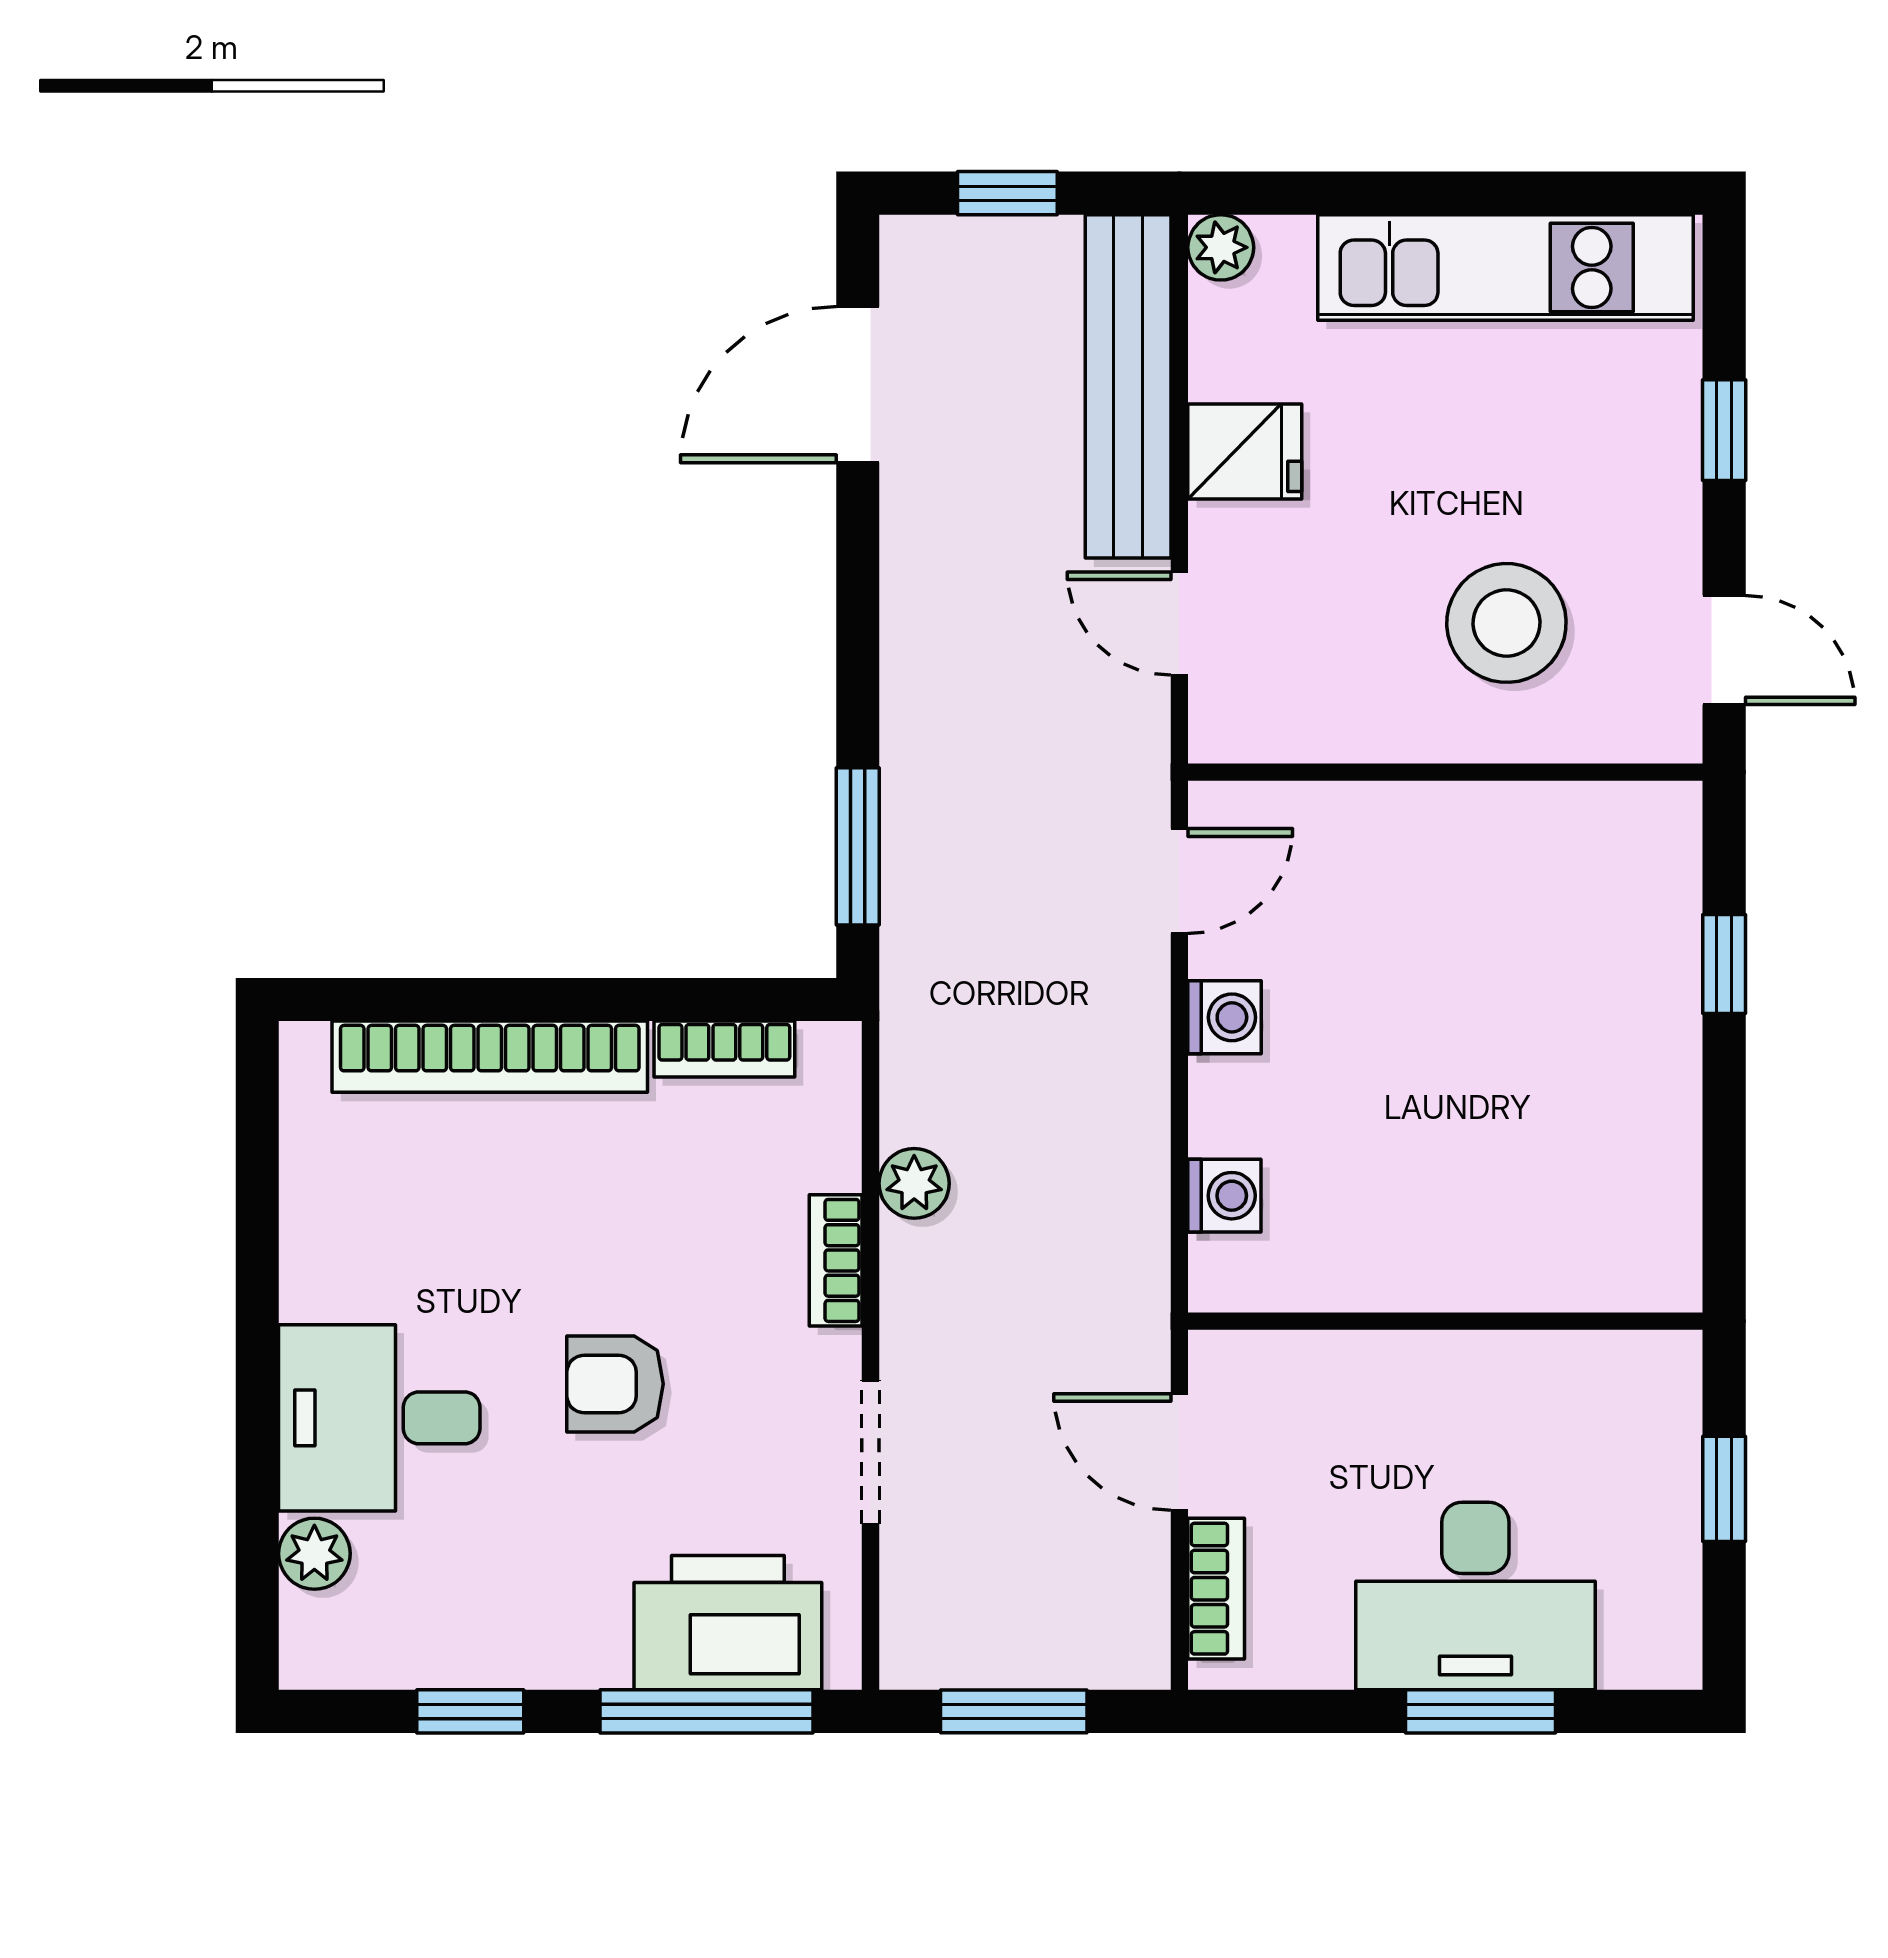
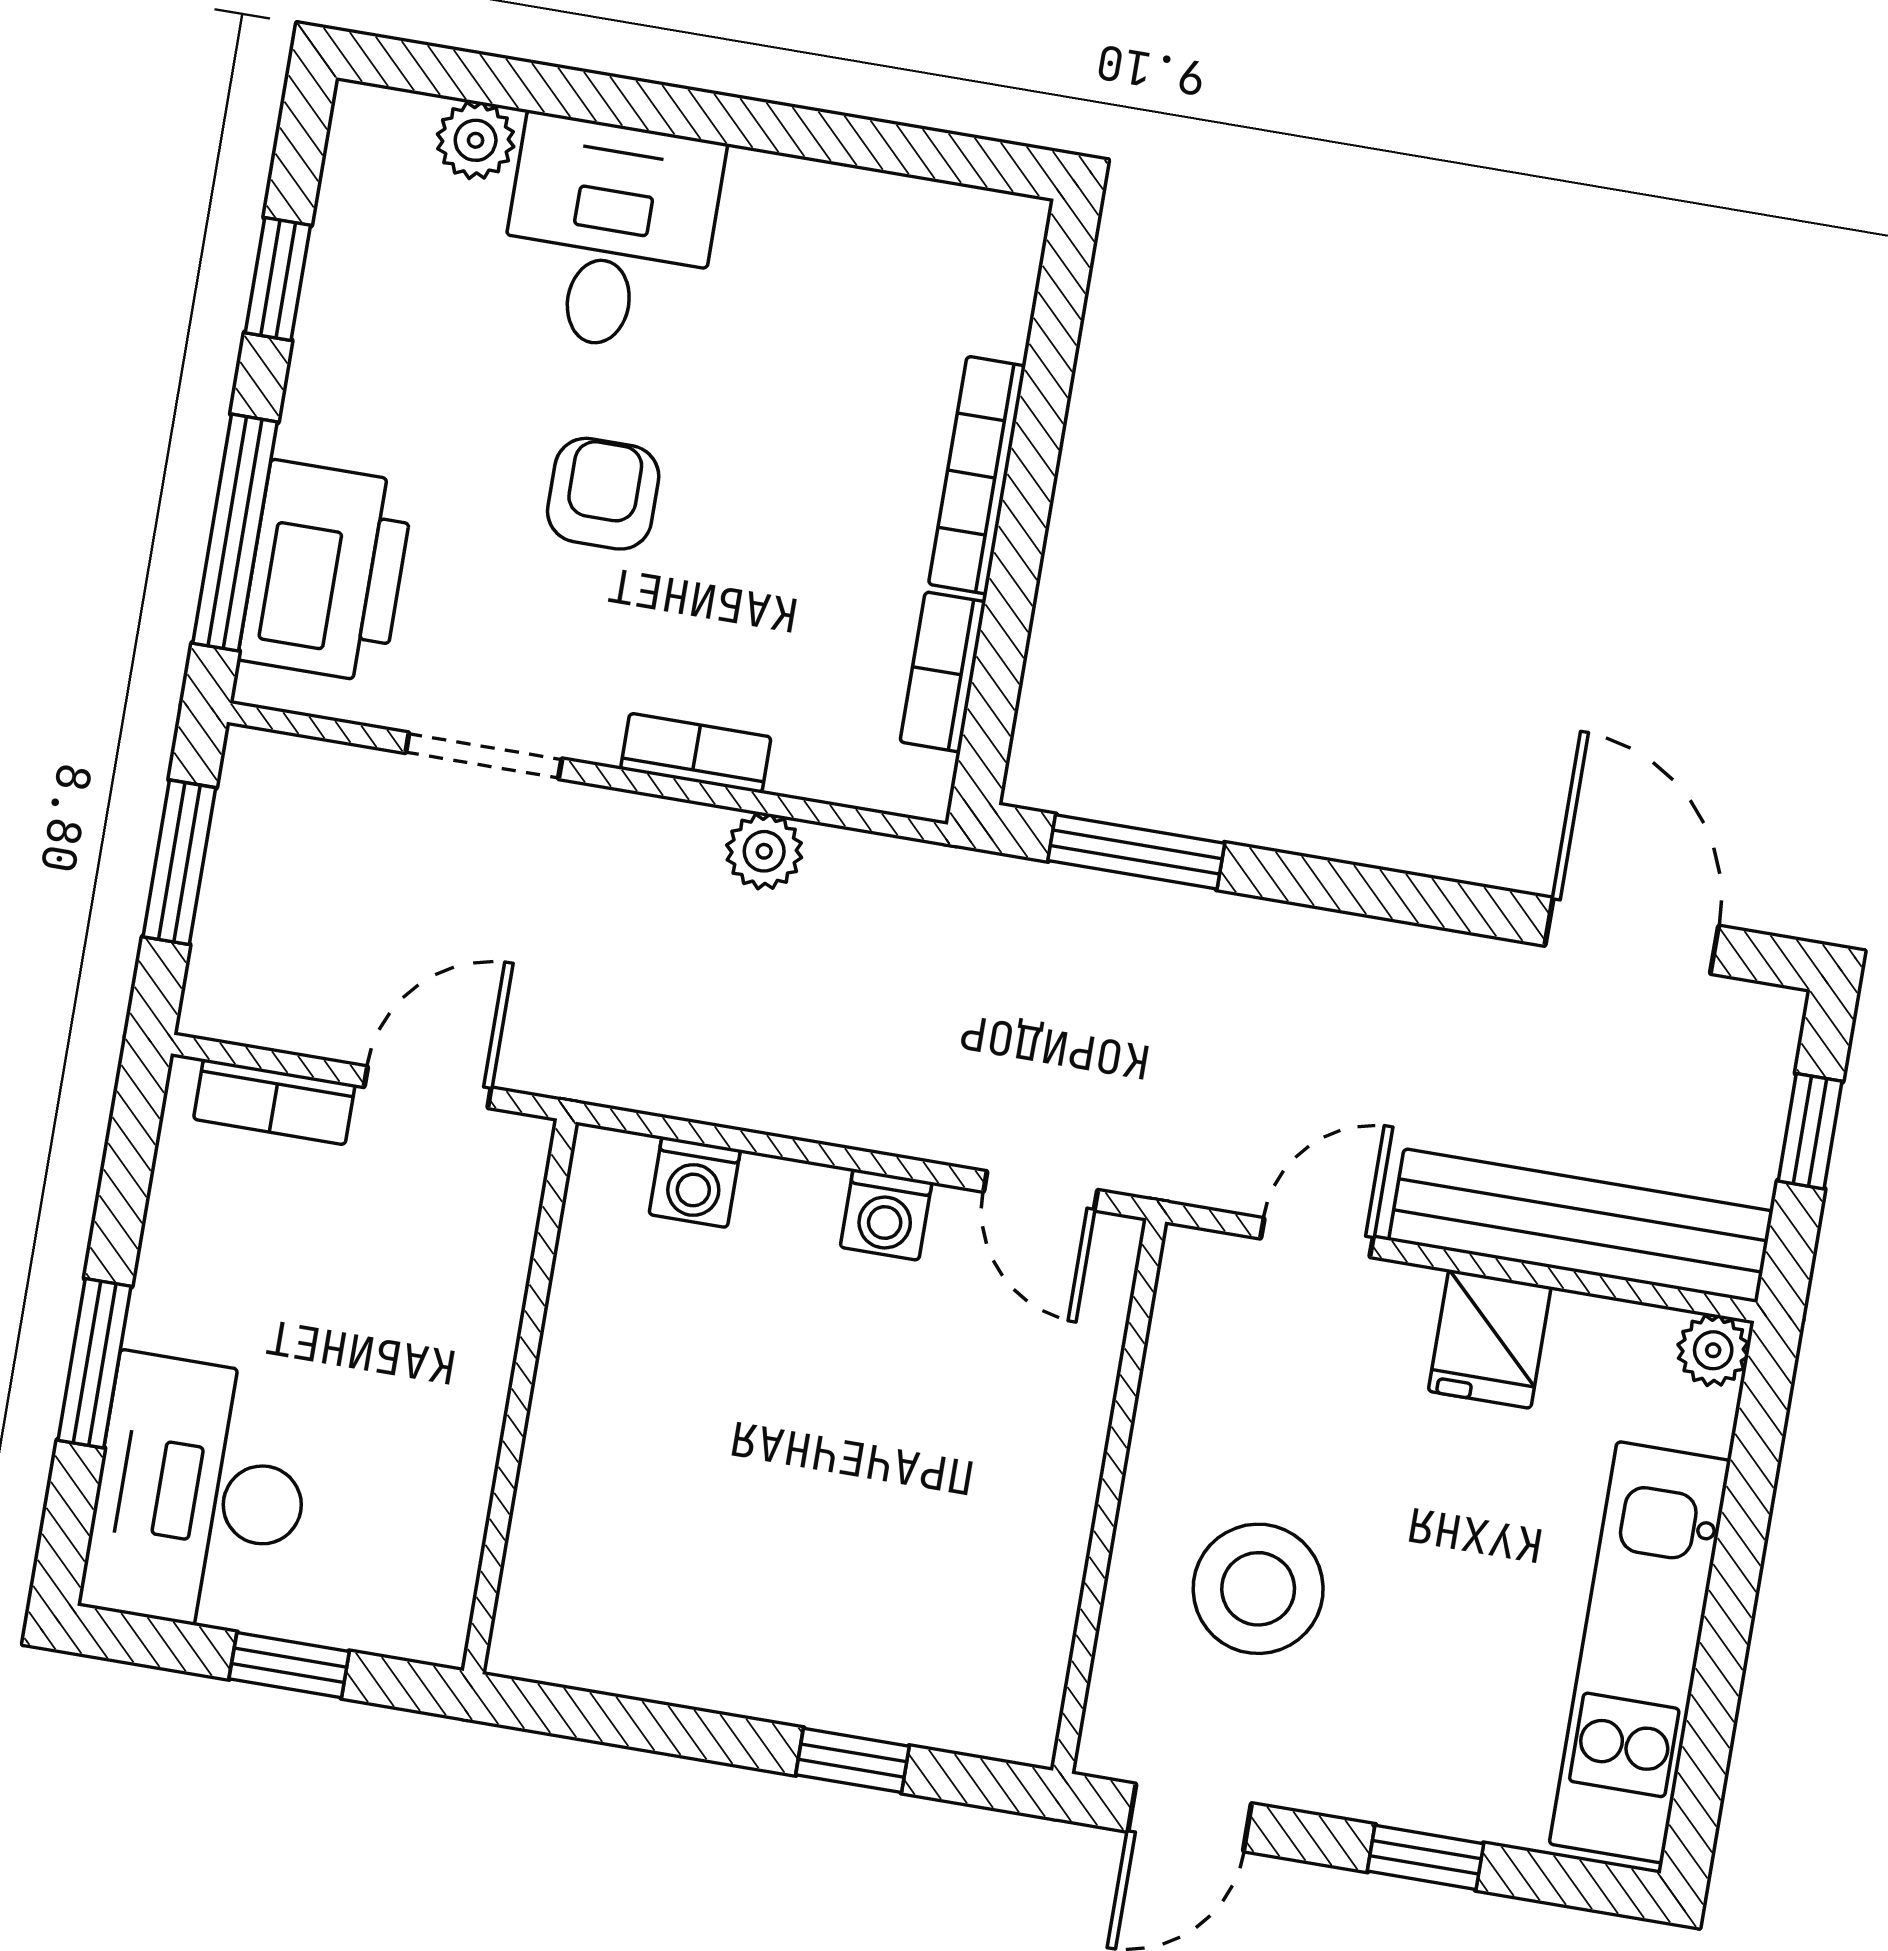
bookcase: (490, 1057) -> (977, 475), width x0.68, depth x0.76
desk: (1475, 1596) -> (200, 1494), moved

